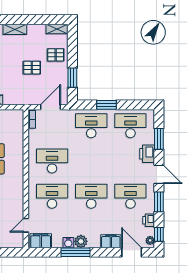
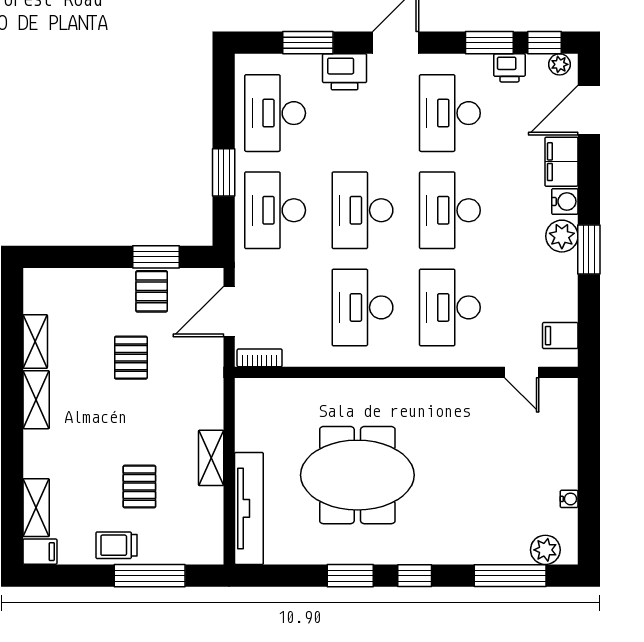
shelving: (57, 29) -> (35, 341), moved
pallet: (56, 55) -> (152, 291), moved
door: (50, 107) -> (229, 311), hinge flipped
desk: (91, 161) -> (362, 210), added
window: (159, 202) -> (489, 43), moved
filing cabinet: (41, 241) -> (560, 336), width x0.50
water cooler: (68, 243) -> (565, 201), moved
window: (75, 252) -> (589, 249), width x0.69

